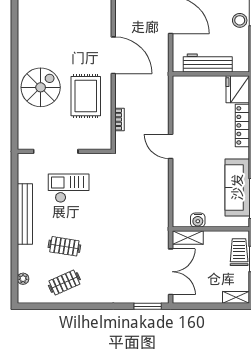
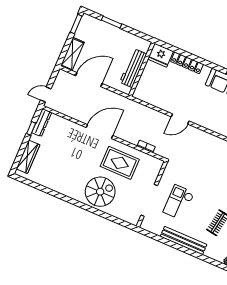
stool: (240, 20) -> (113, 33), removed
spiral stairs: (41, 87) -> (100, 192), turned 90

